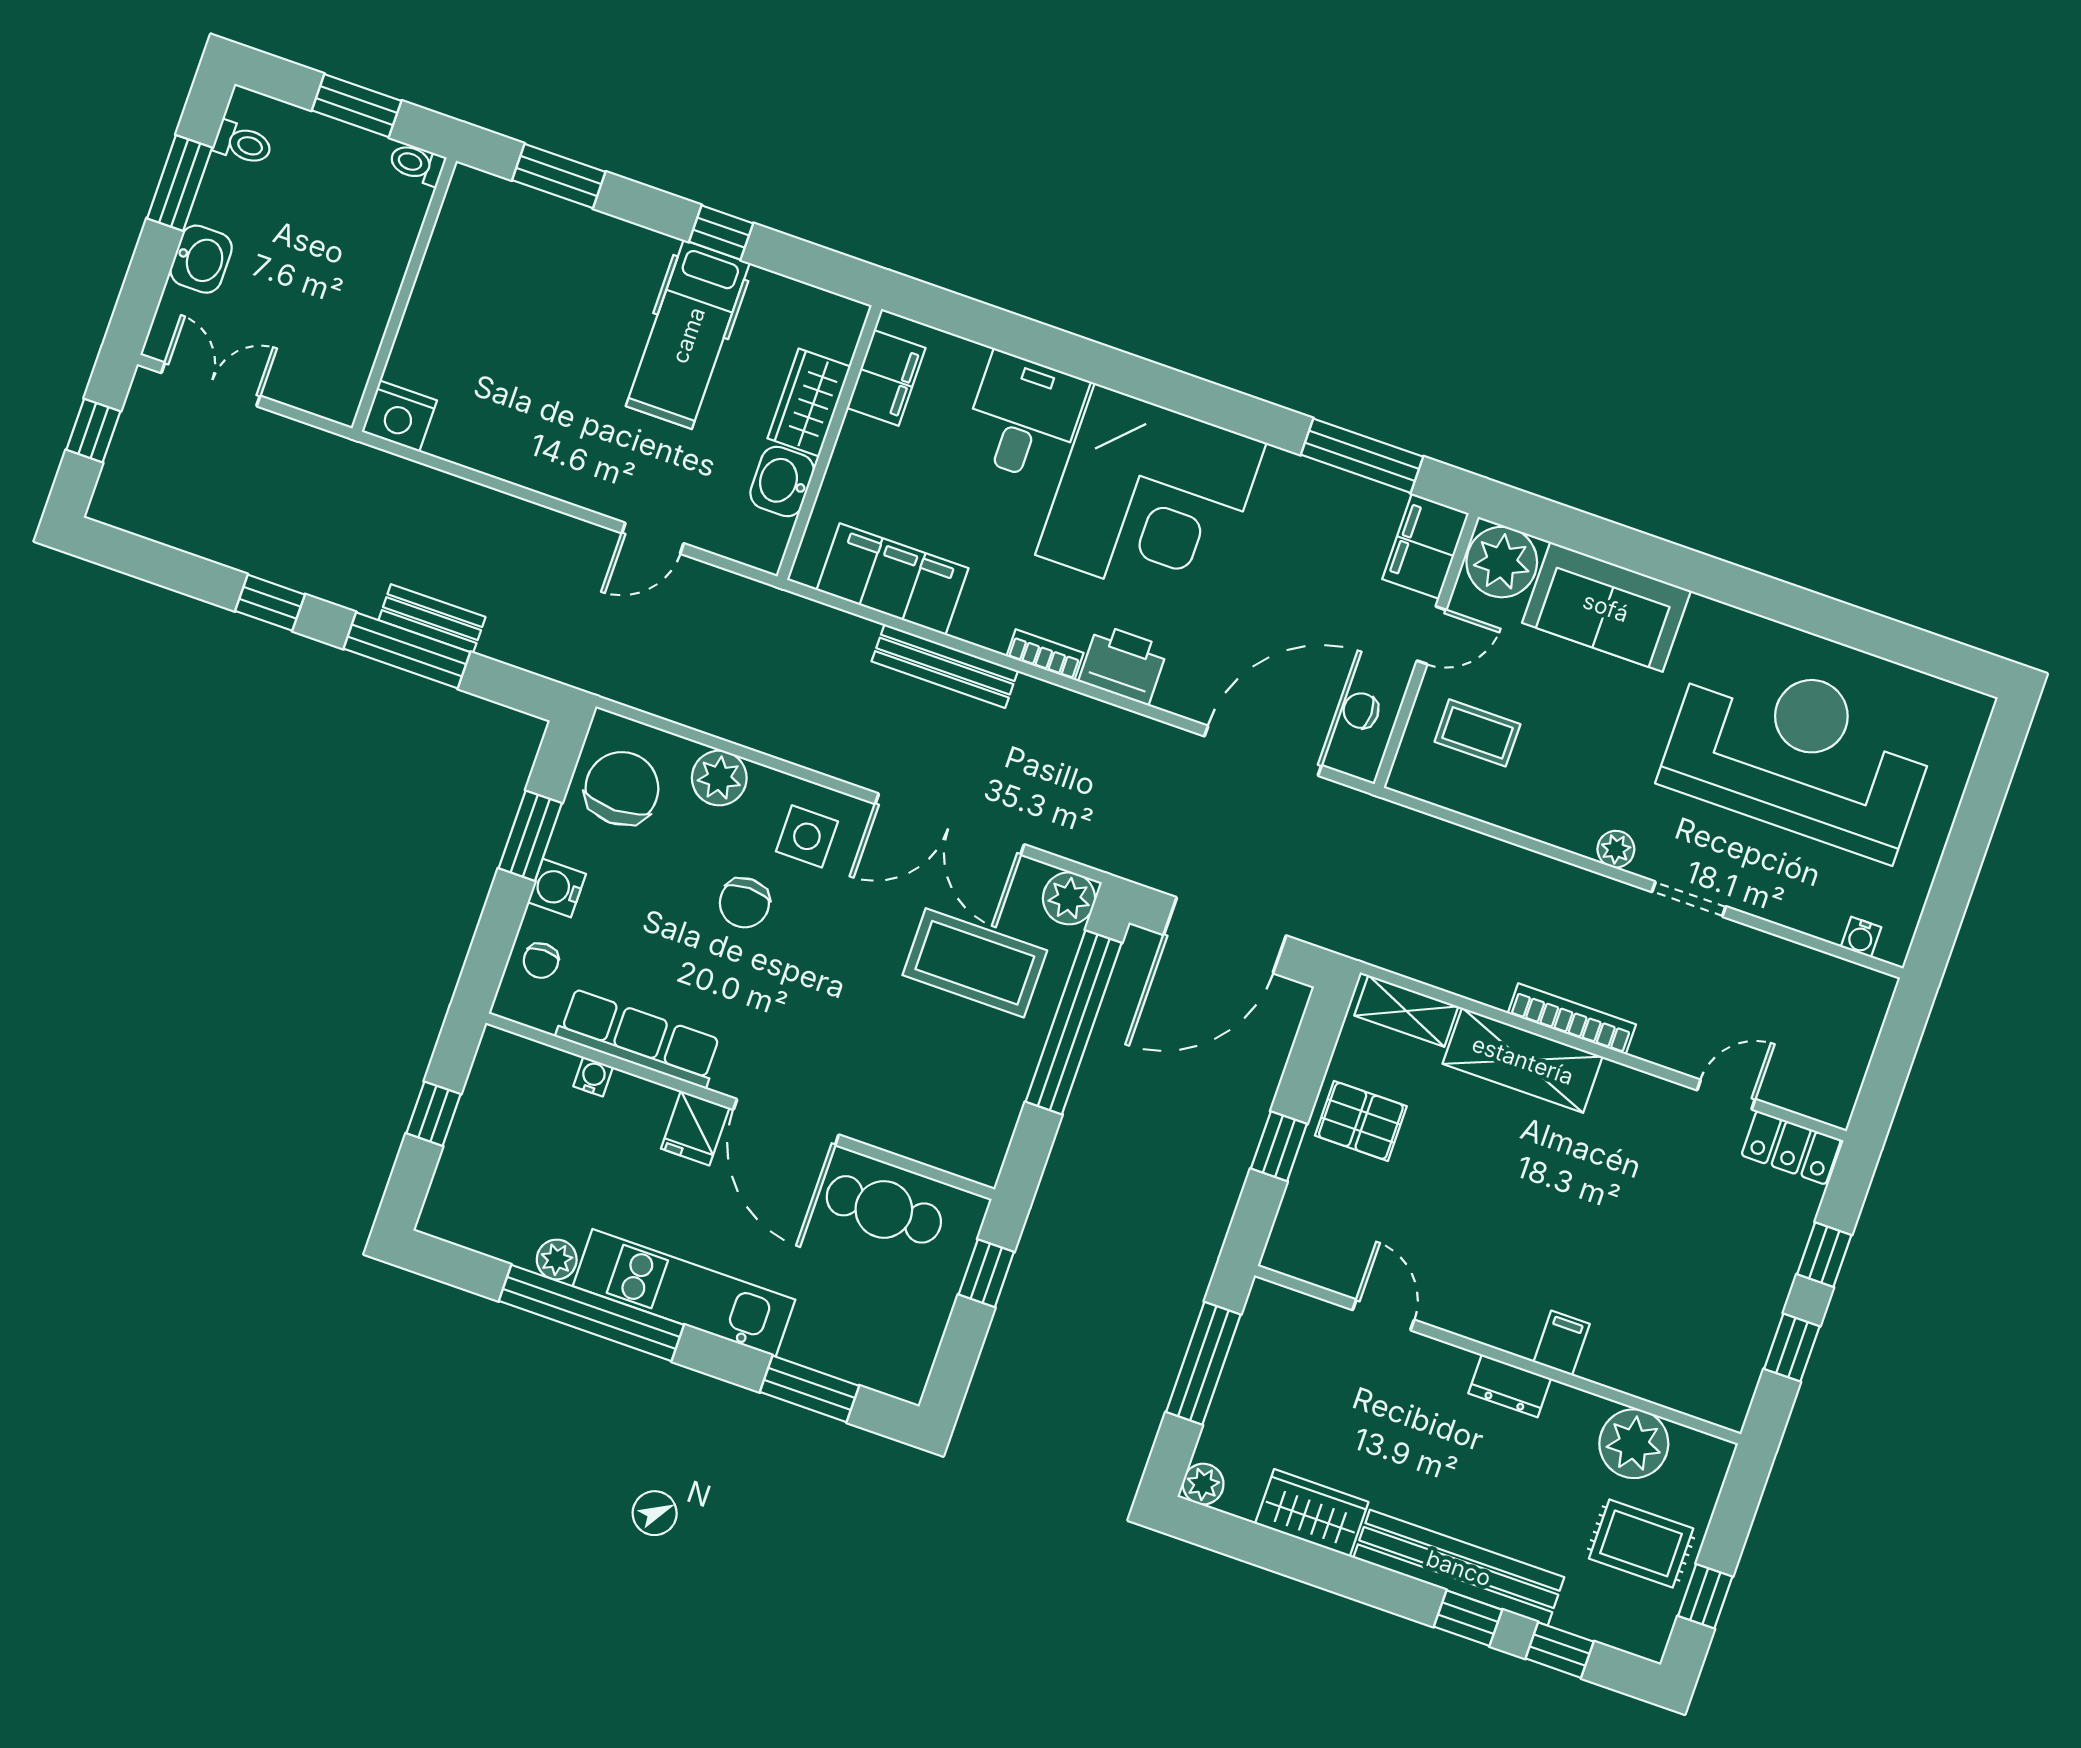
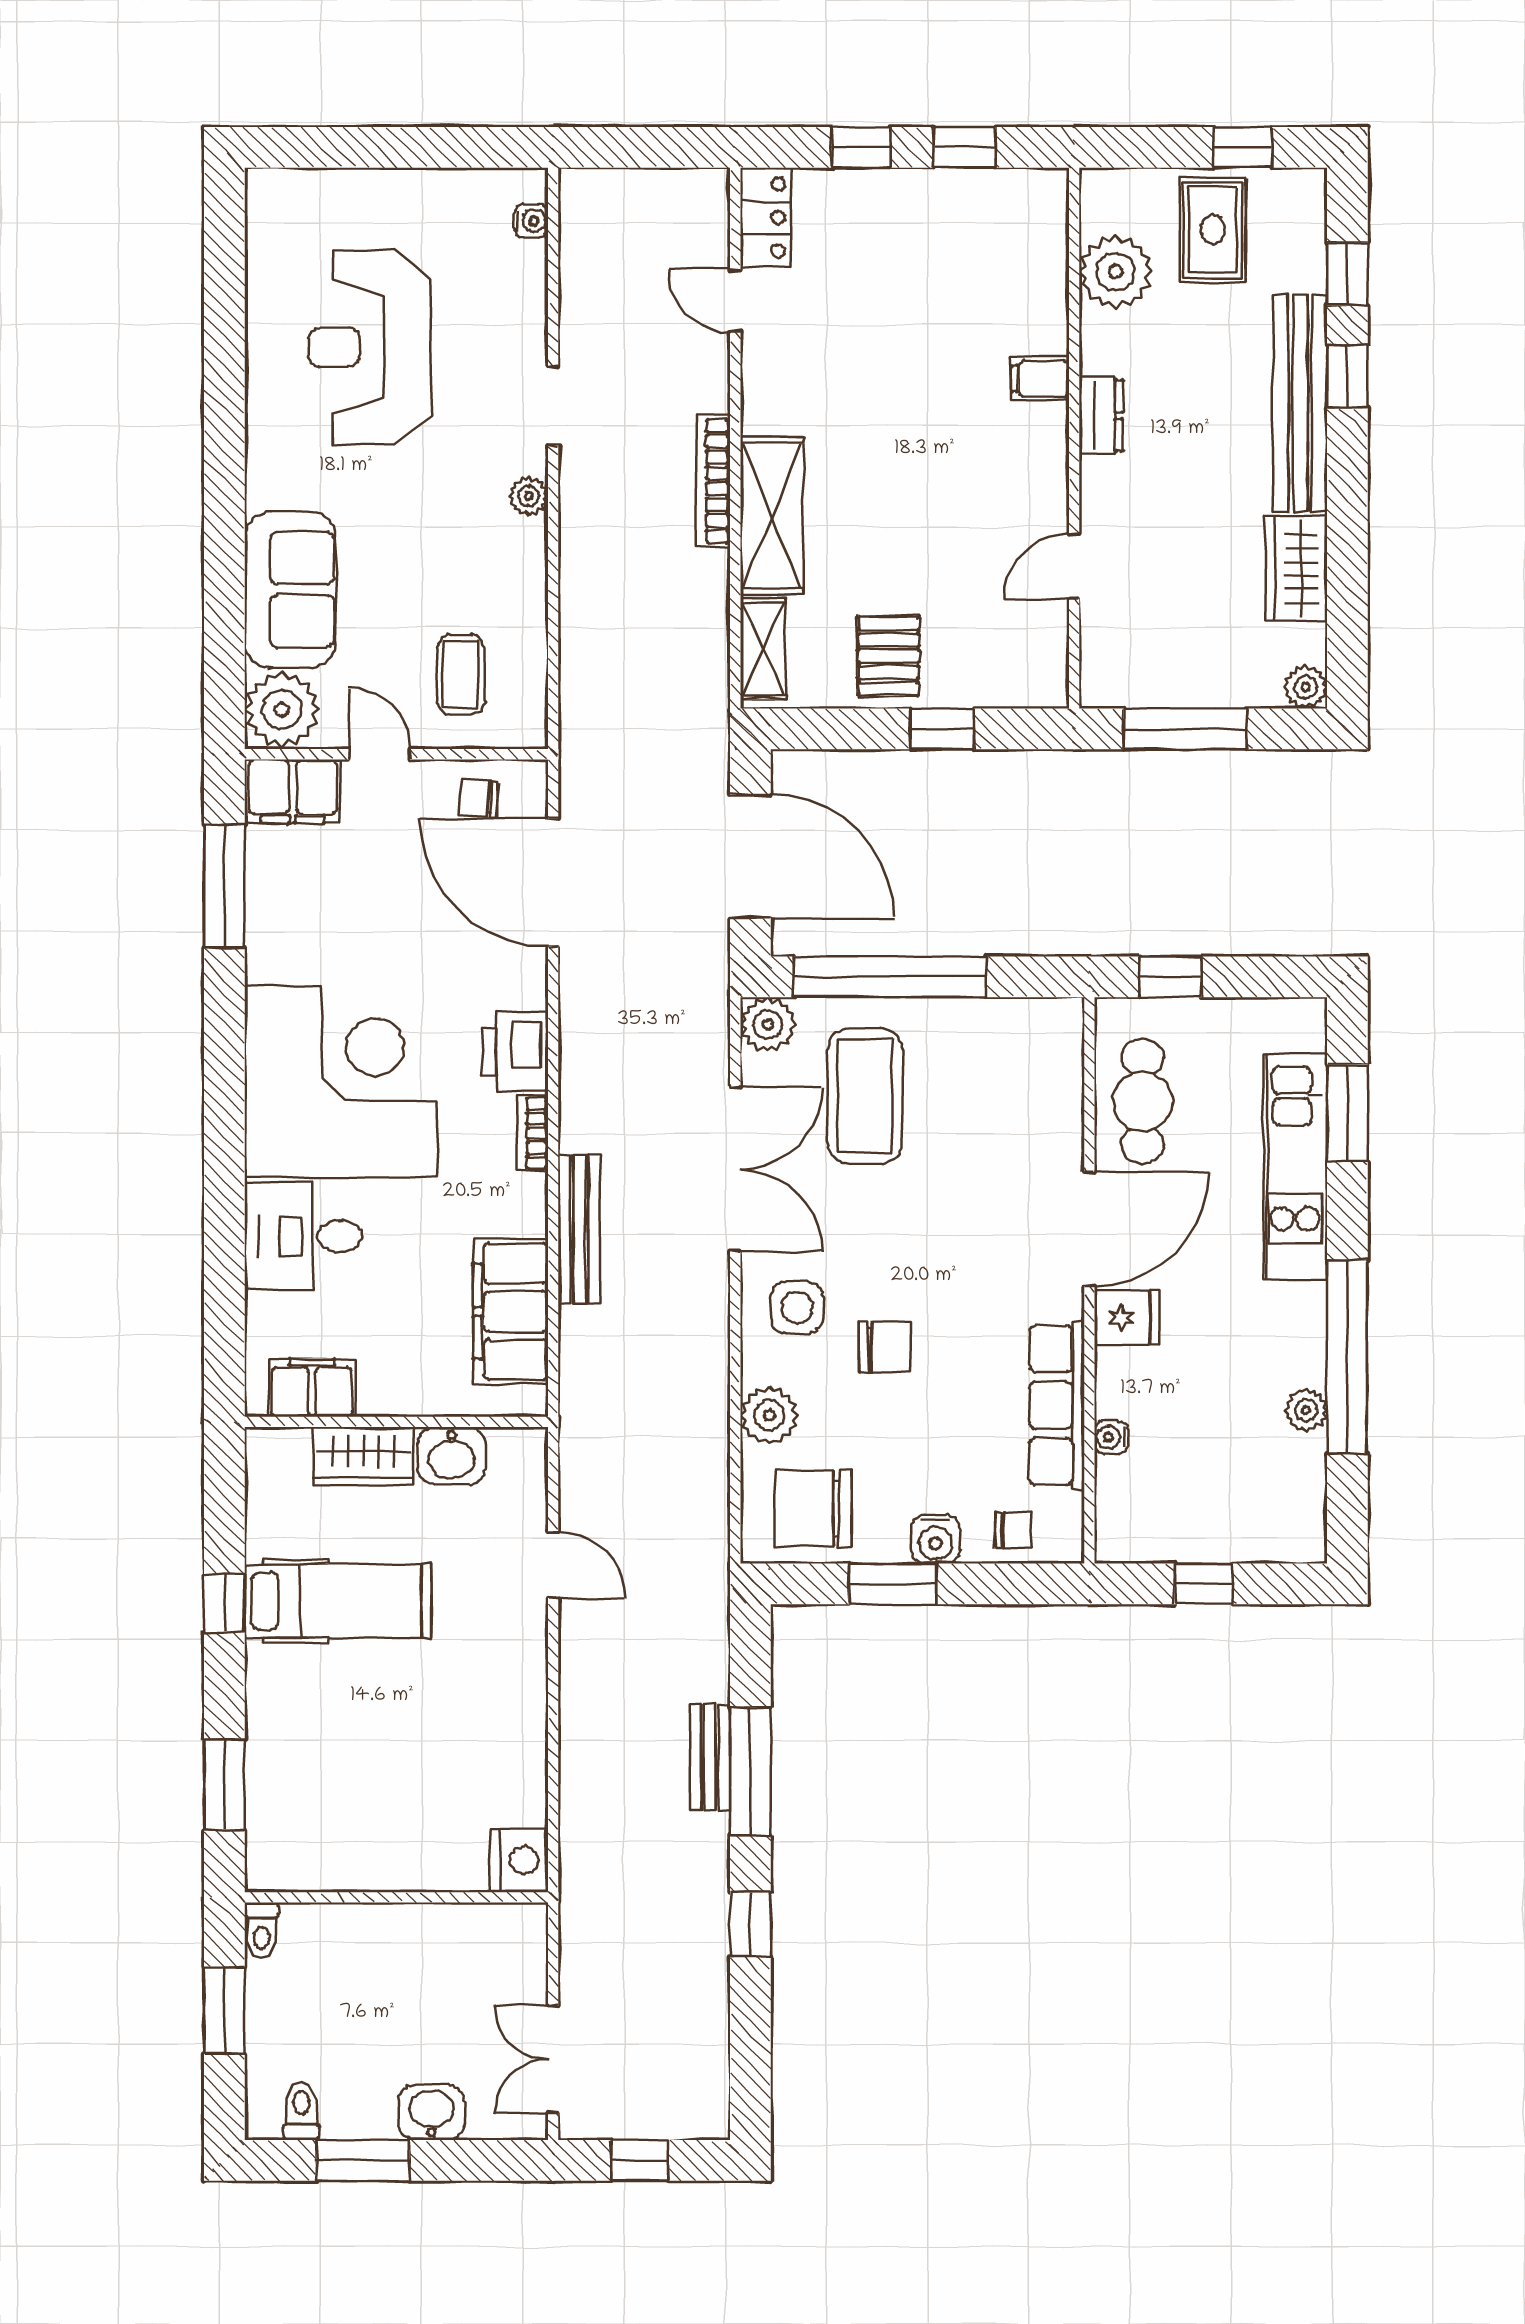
chair: (1361, 711) -> (479, 798), turned 95
reception desk: (1799, 753) -> (370, 347), width x0.74, depth x0.77
kitchen unit: (684, 1293) -> (1295, 1167), moved

